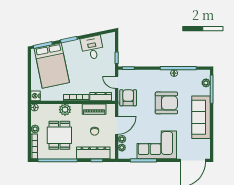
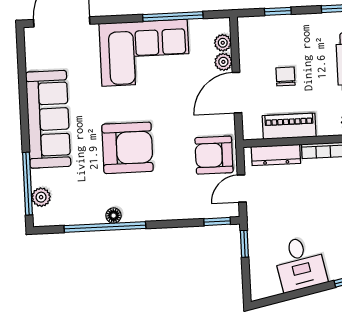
door: (117, 82) -> (242, 188), swing flipped
armchair: (128, 98) -> (214, 155), turned 90
armchair: (166, 103) -> (127, 148), turned 180
dresser: (93, 153) -> (286, 28), removed

